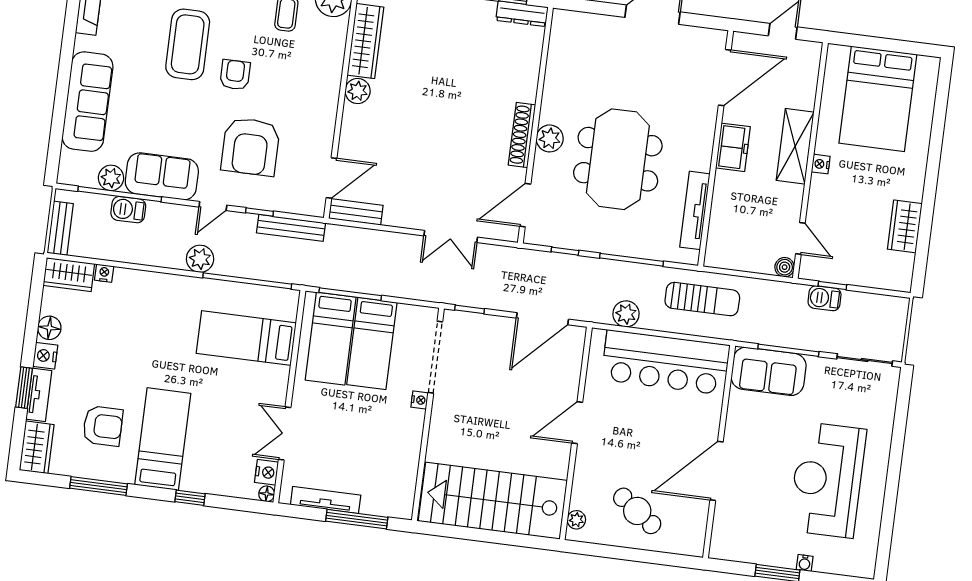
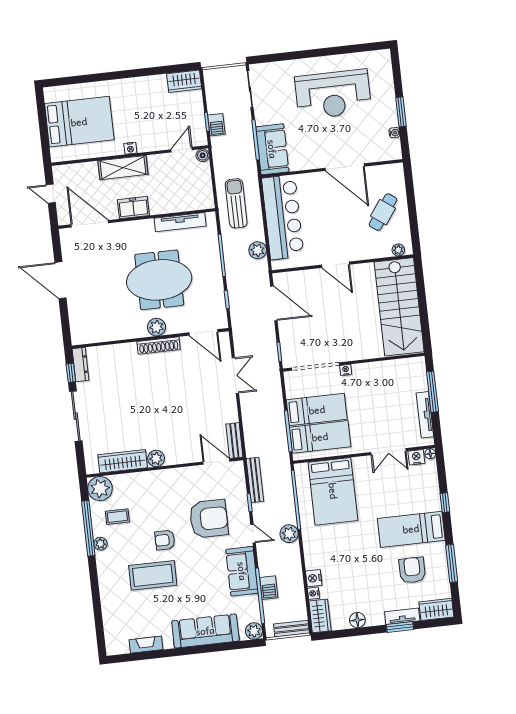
plant: (111, 178) -> (254, 631), moved
wardrobe: (905, 226) -> (184, 81), moved
bed: (246, 338) -> (333, 491), width x1.50
nightstand: (45, 356) -> (314, 578), moved, turned 90
water cooler: (805, 563) -> (394, 133), moved

